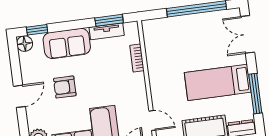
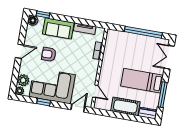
window: (109, 20) -> (88, 23), removed

